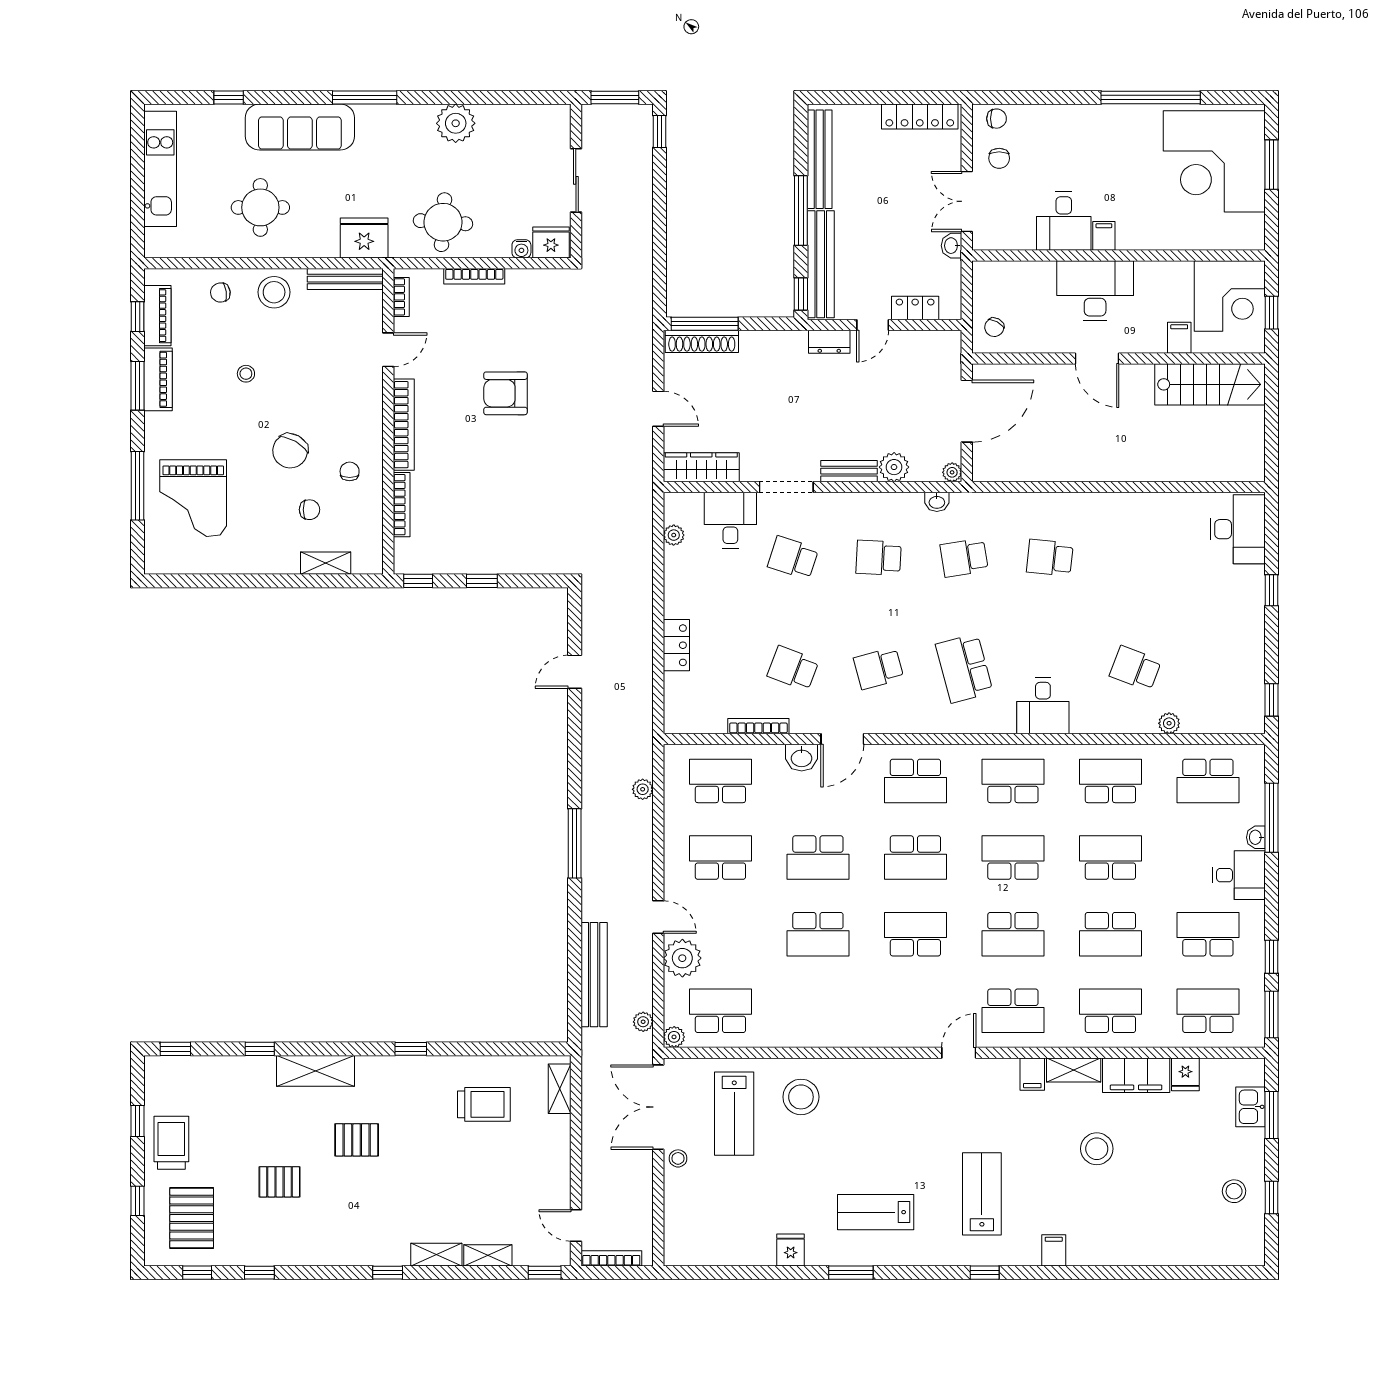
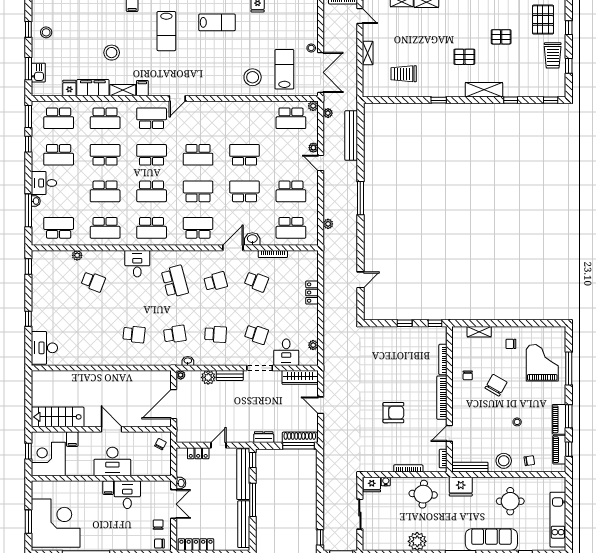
dresser: (829, 342) -> (264, 437), moved
chair: (309, 510) -> (511, 344), moved
plant: (682, 958) -> (313, 148), width x0.53, depth x0.53
shelving: (560, 1089) -> (368, 53), moved

